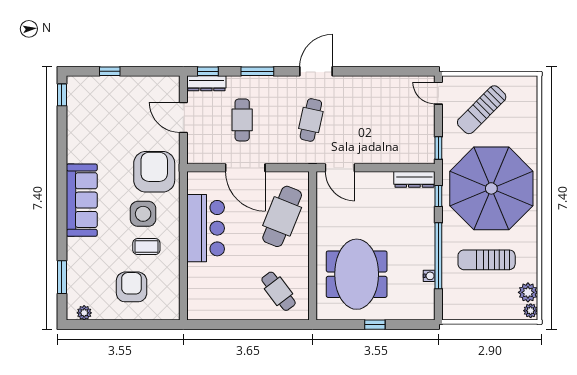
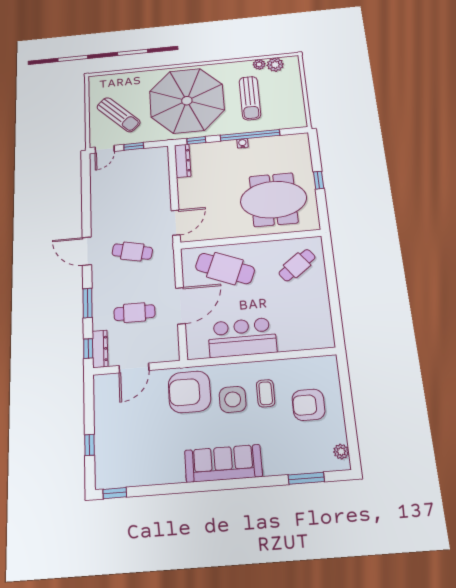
window: (438, 148) -> (134, 146), moved
water cooler: (429, 276) -> (242, 143), moved
plant: (531, 311) -> (259, 64), moved

